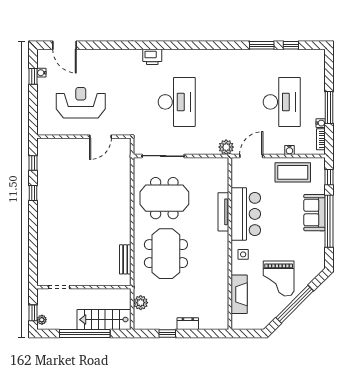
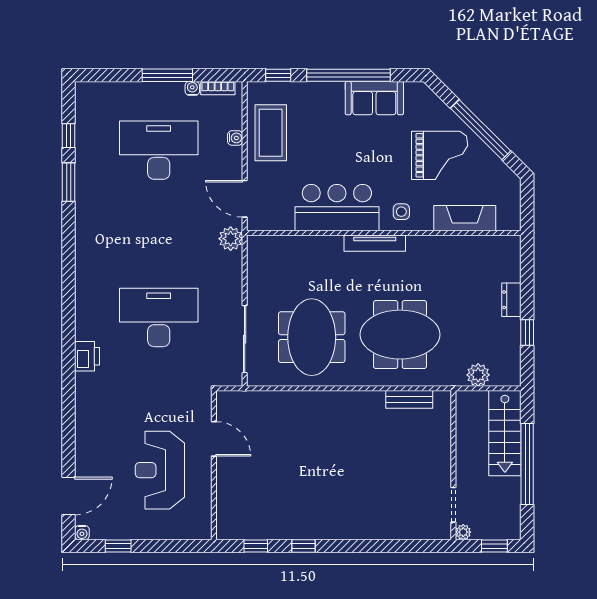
water cooler: (41, 73) -> (82, 533), moved
tv unit: (223, 212) -> (375, 243), moved
sofa: (315, 213) -> (374, 98), moved
plant: (42, 320) -> (463, 532), moved

